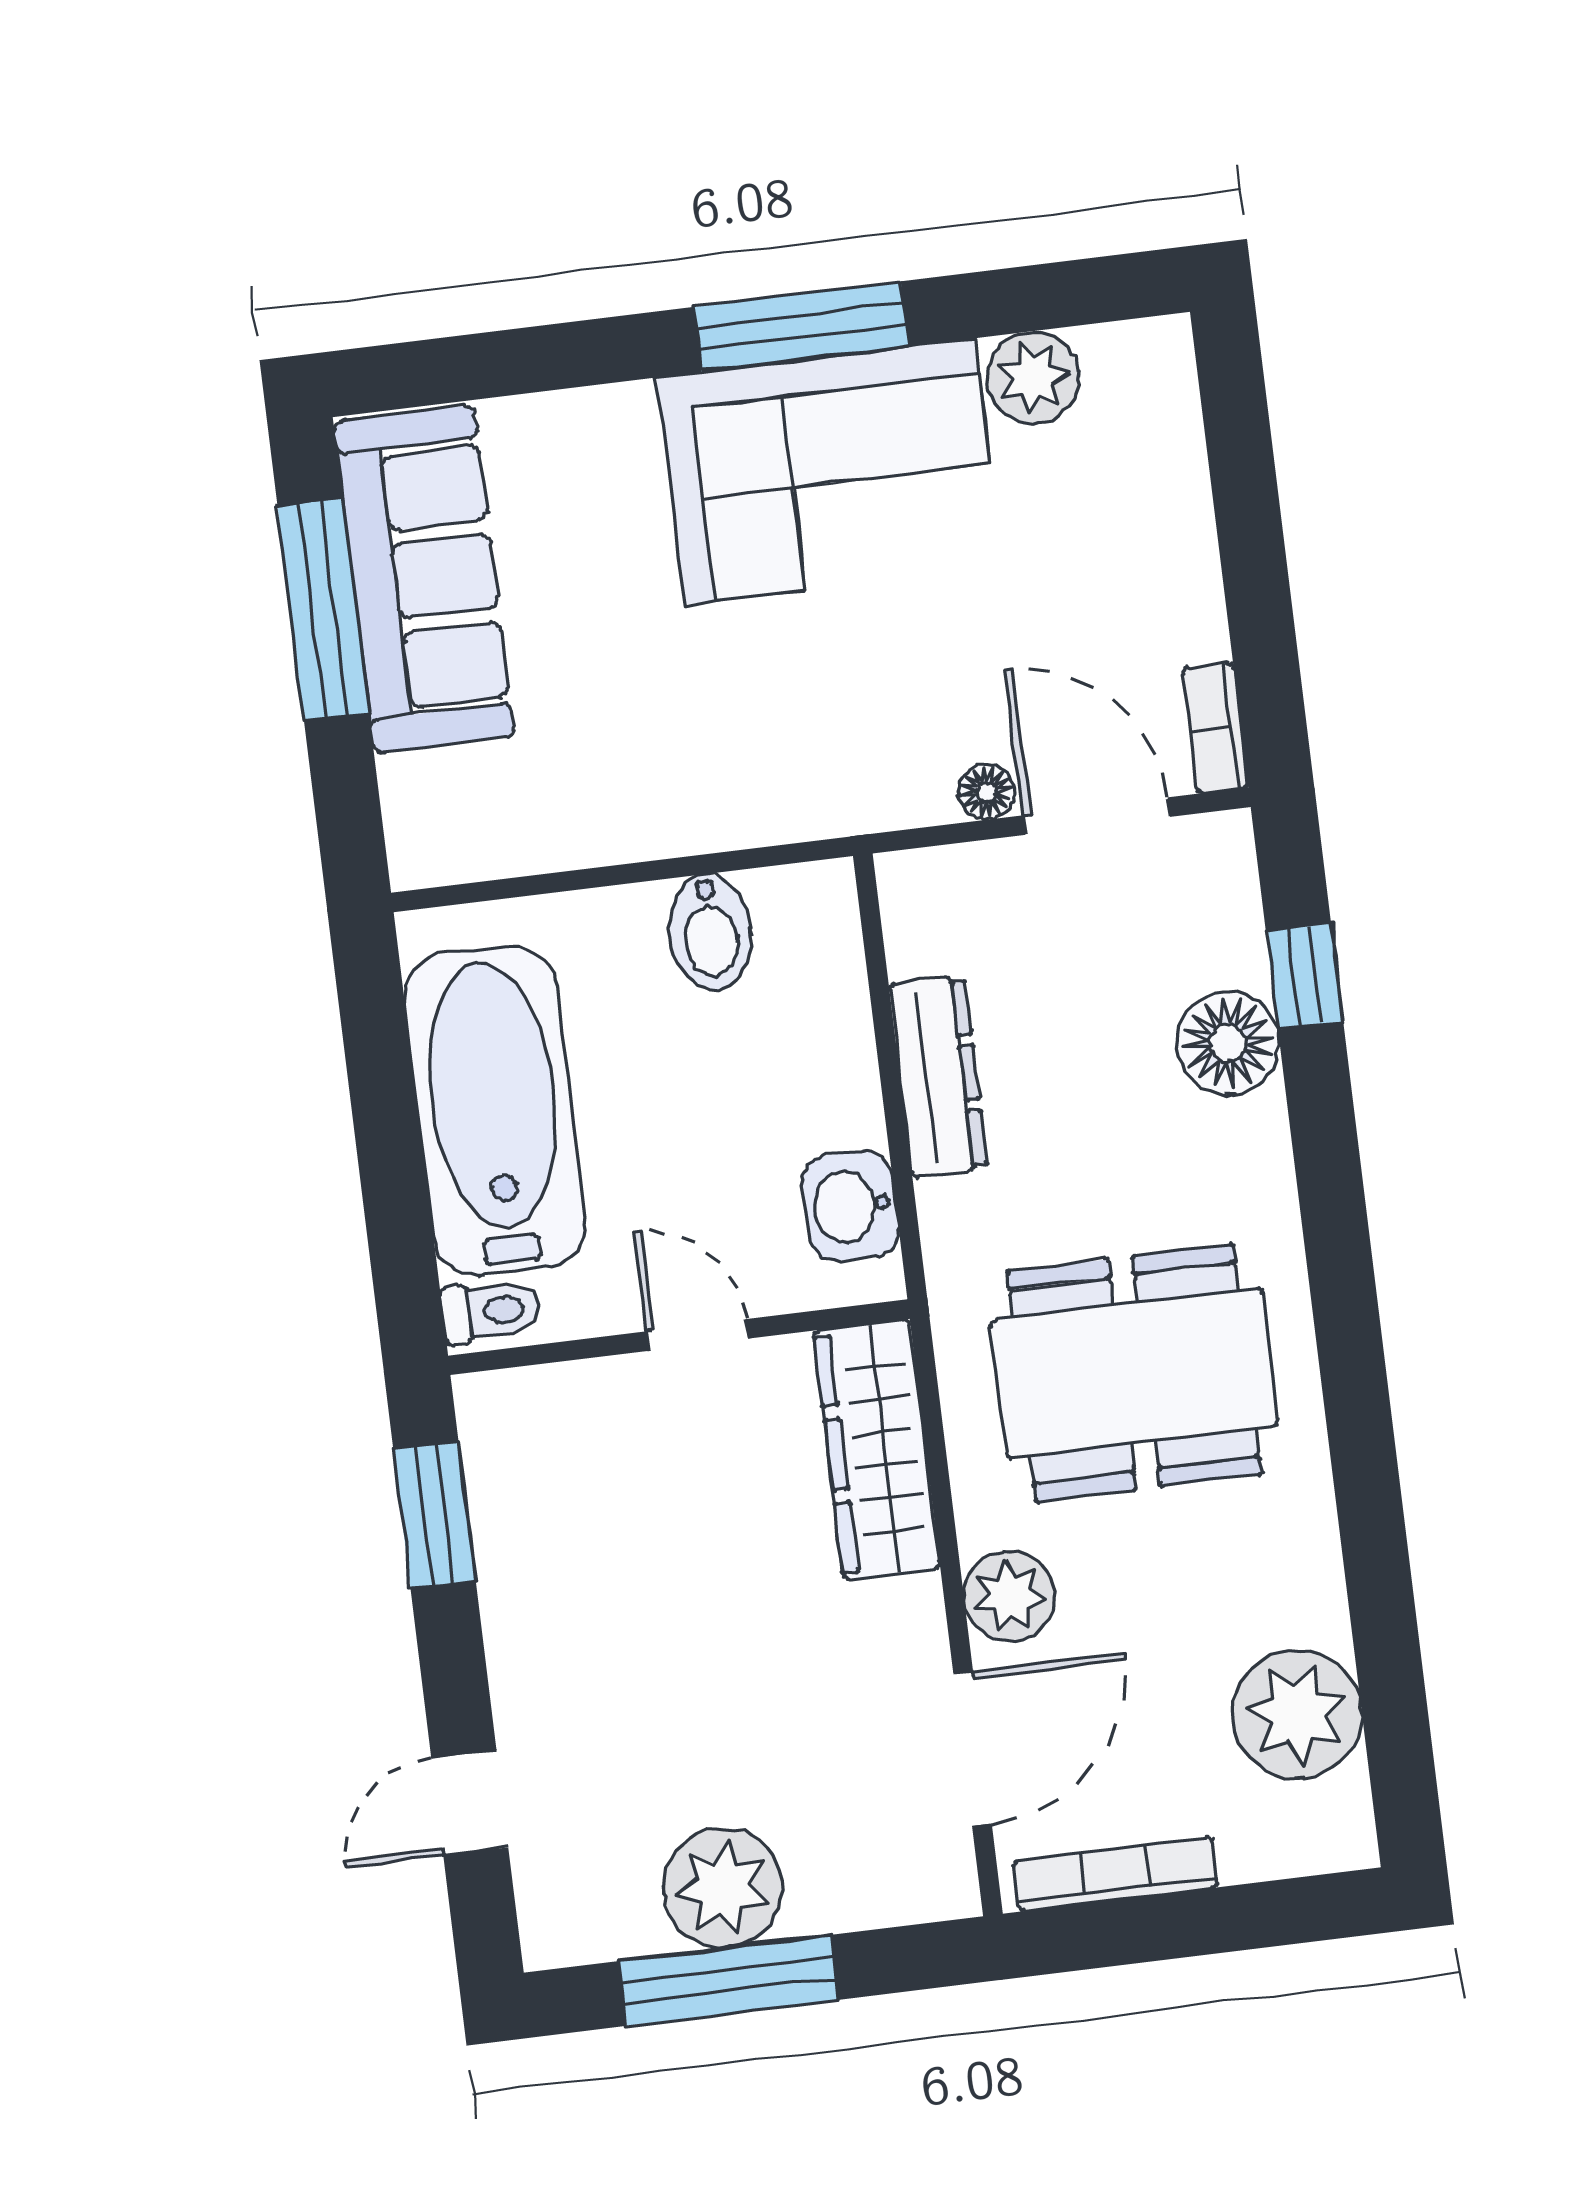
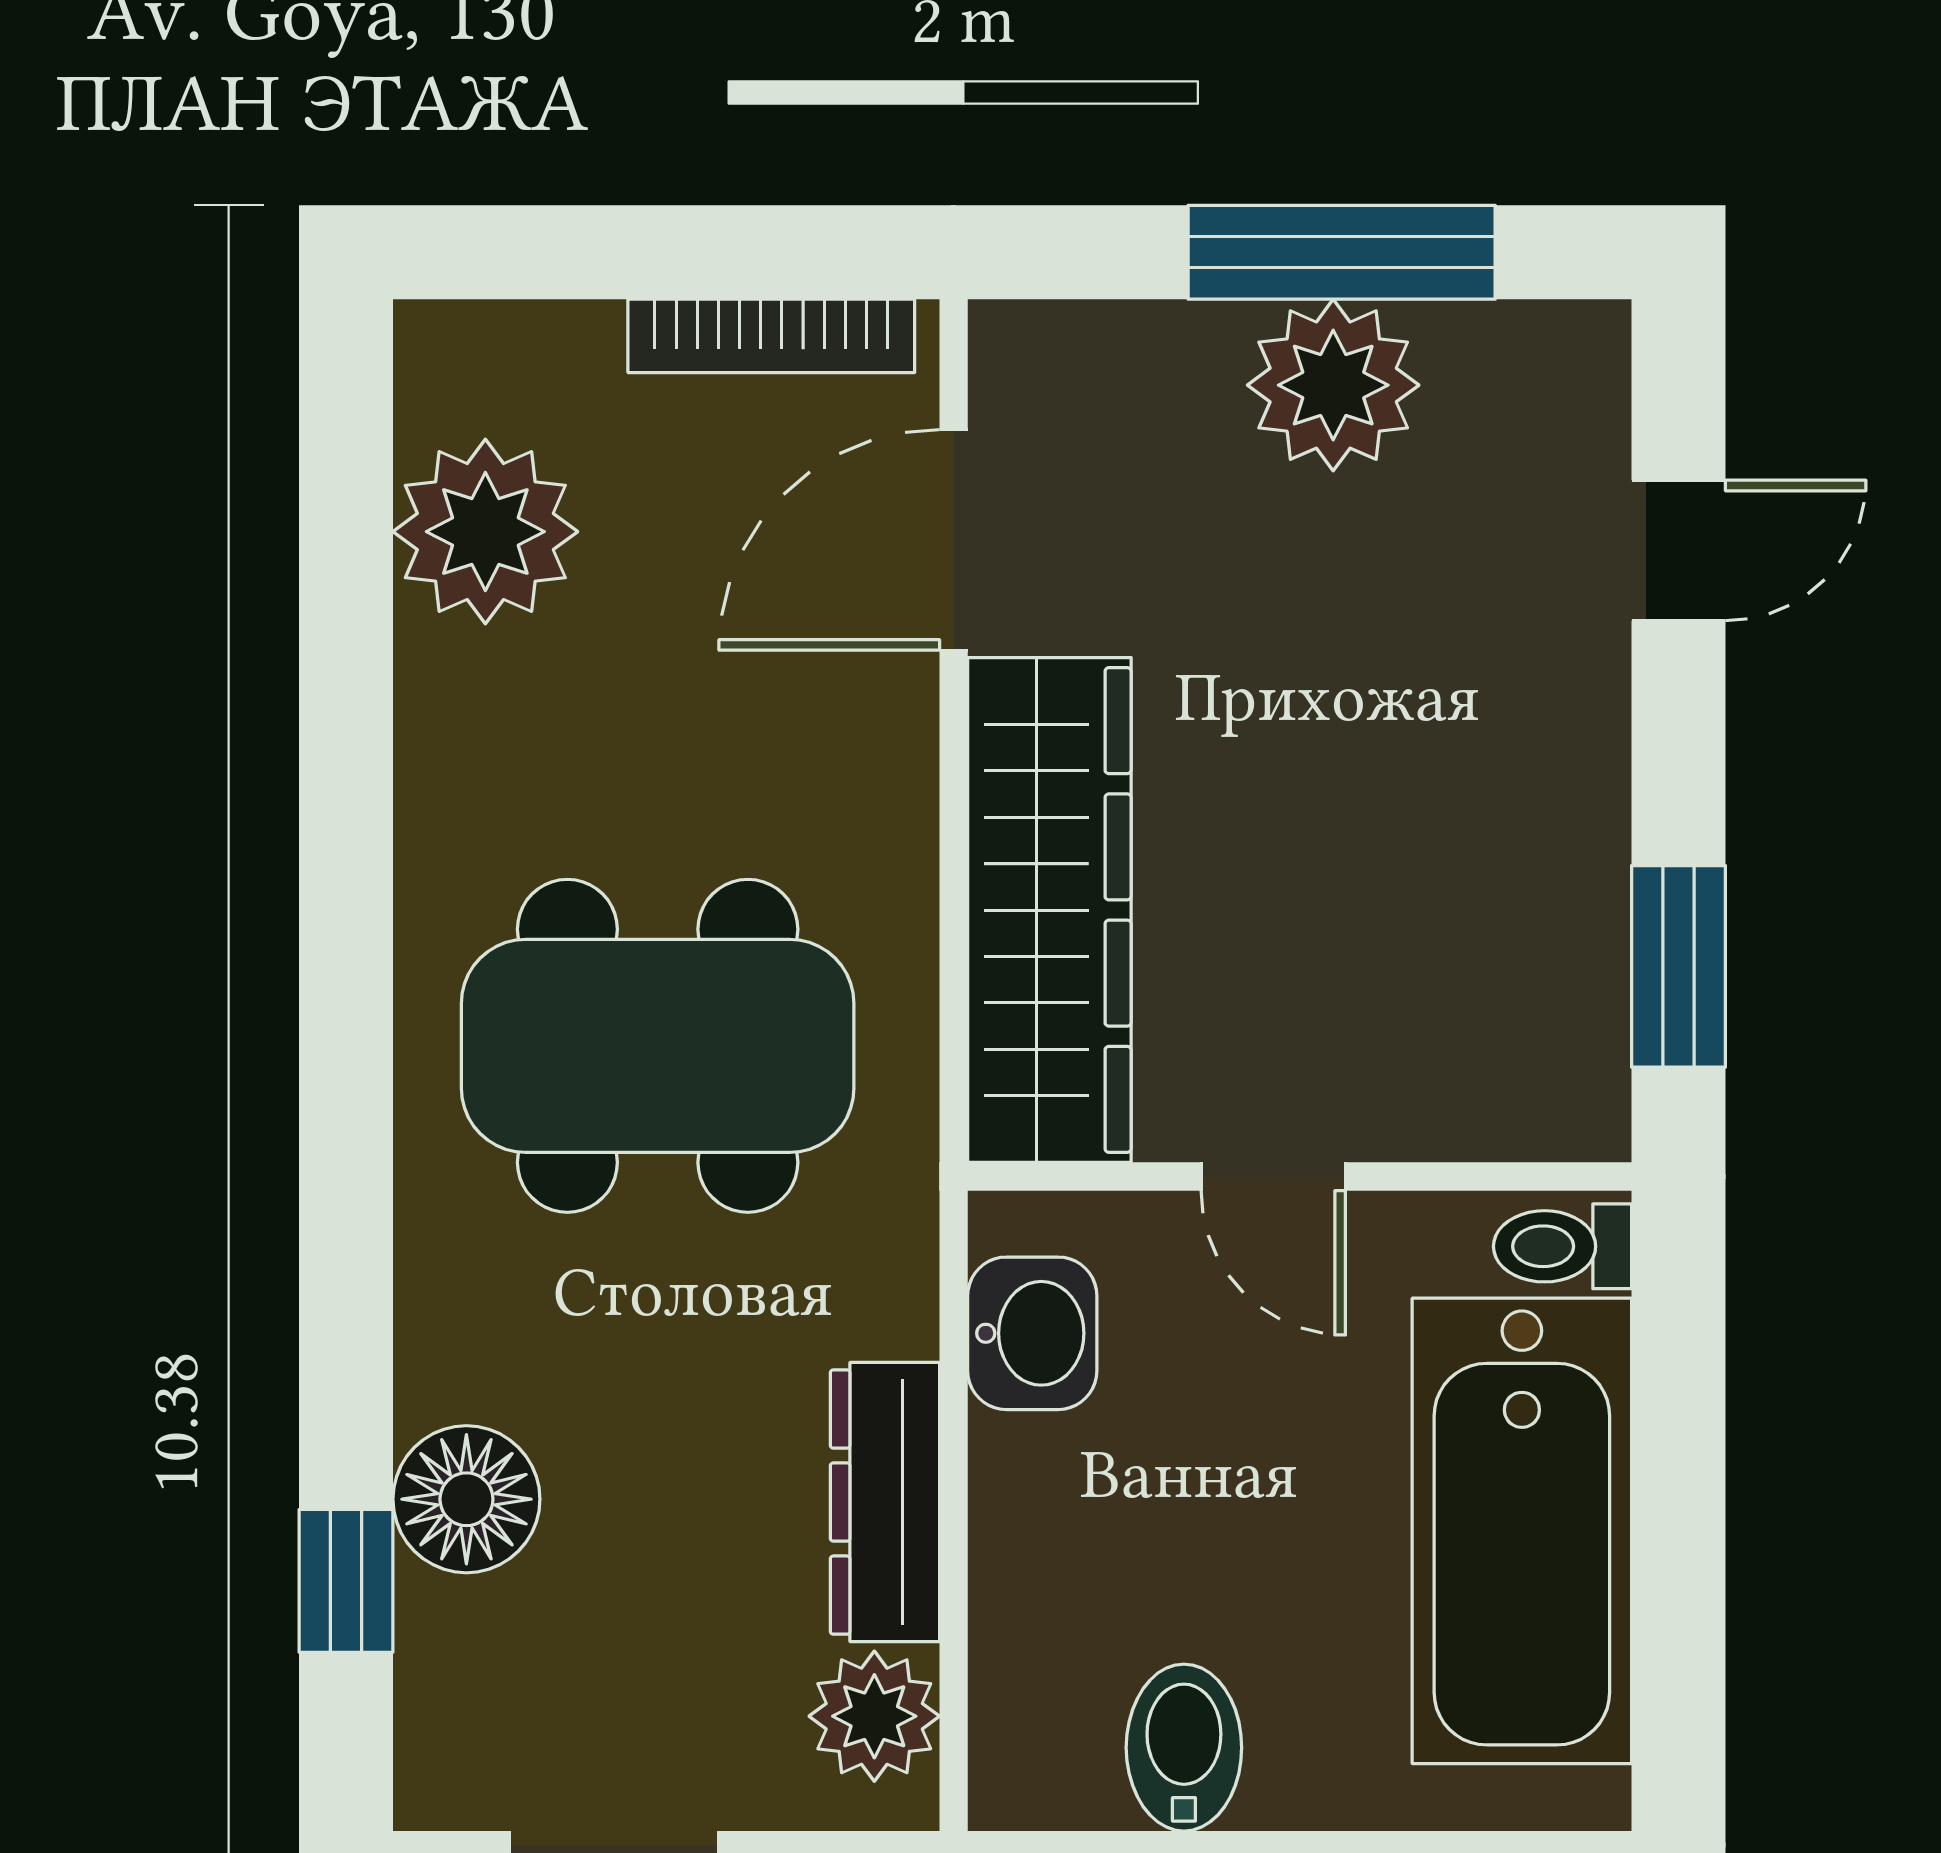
wardrobe: (877, 1449) -> (1049, 910), width x1.40, depth x1.17
plant: (1010, 1596) -> (874, 1716), moved

